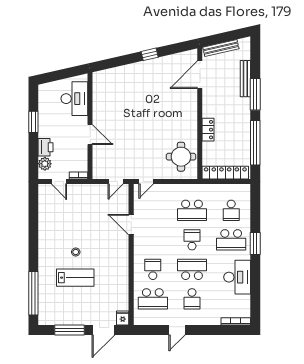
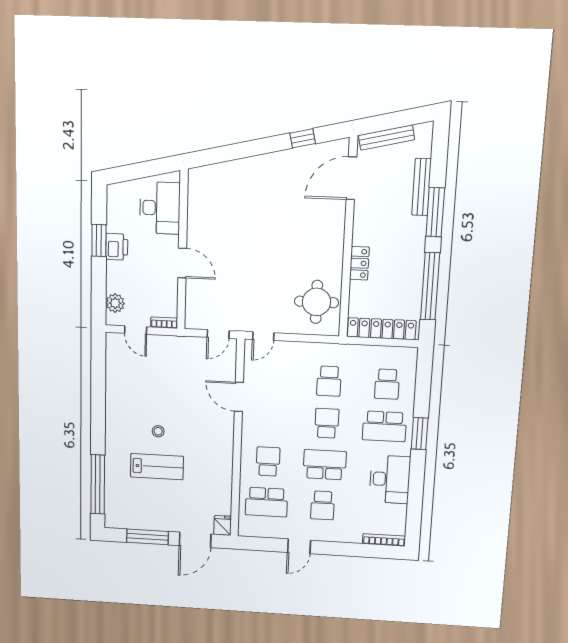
window: (150, 54) -> (303, 138), moved
printer: (46, 147) -> (117, 247), moved
school desk: (192, 210) -> (329, 381), width x0.54

